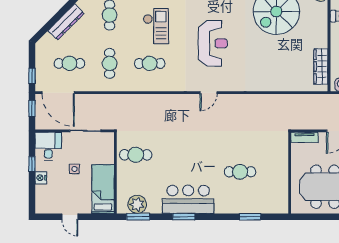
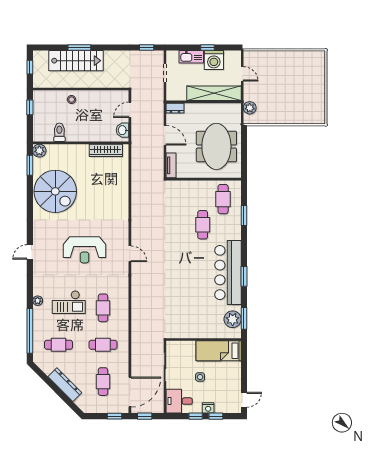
checkout: (156, 26) -> (69, 302), turned 180
reception desk: (213, 43) -> (85, 250), turned 180
cafe table: (136, 155) -> (223, 199), moved
window: (32, 186) -> (216, 416), added
bar counter: (188, 199) -> (228, 272), width x1.36
door: (70, 217) -> (244, 400), moved

